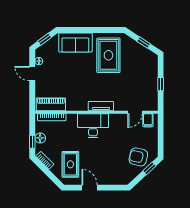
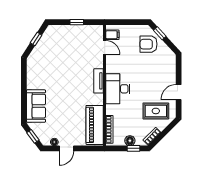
rug: (108, 55) -> (49, 74), removed
piano: (51, 104) -> (95, 125), width x1.37, depth x1.33
armchair: (138, 157) -> (149, 44), turned 77

